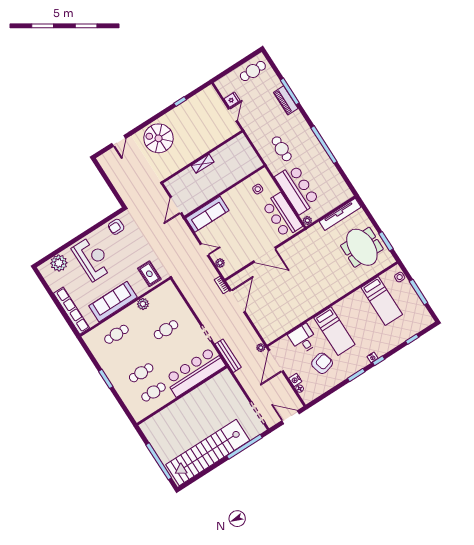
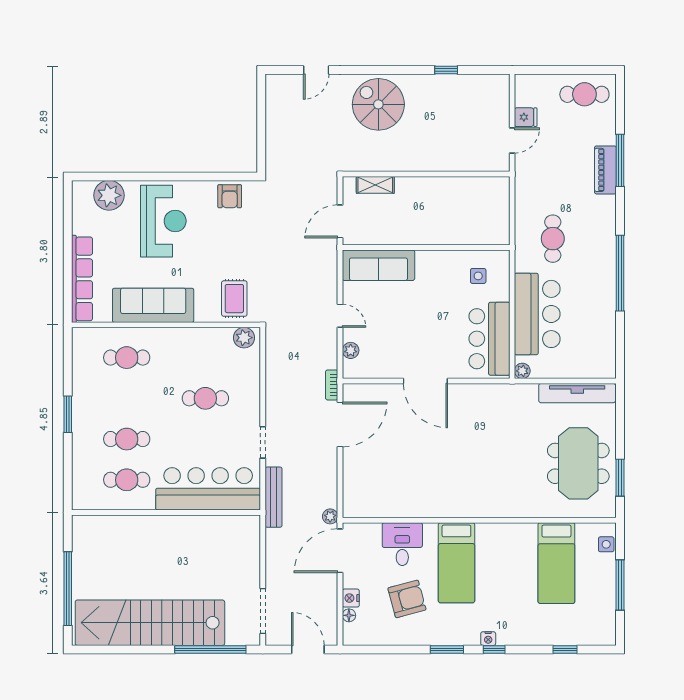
shelving: (203, 164) -> (375, 185), moved
armchair: (116, 227) -> (230, 196), turned -90
plant: (143, 304) -> (244, 338), moved

